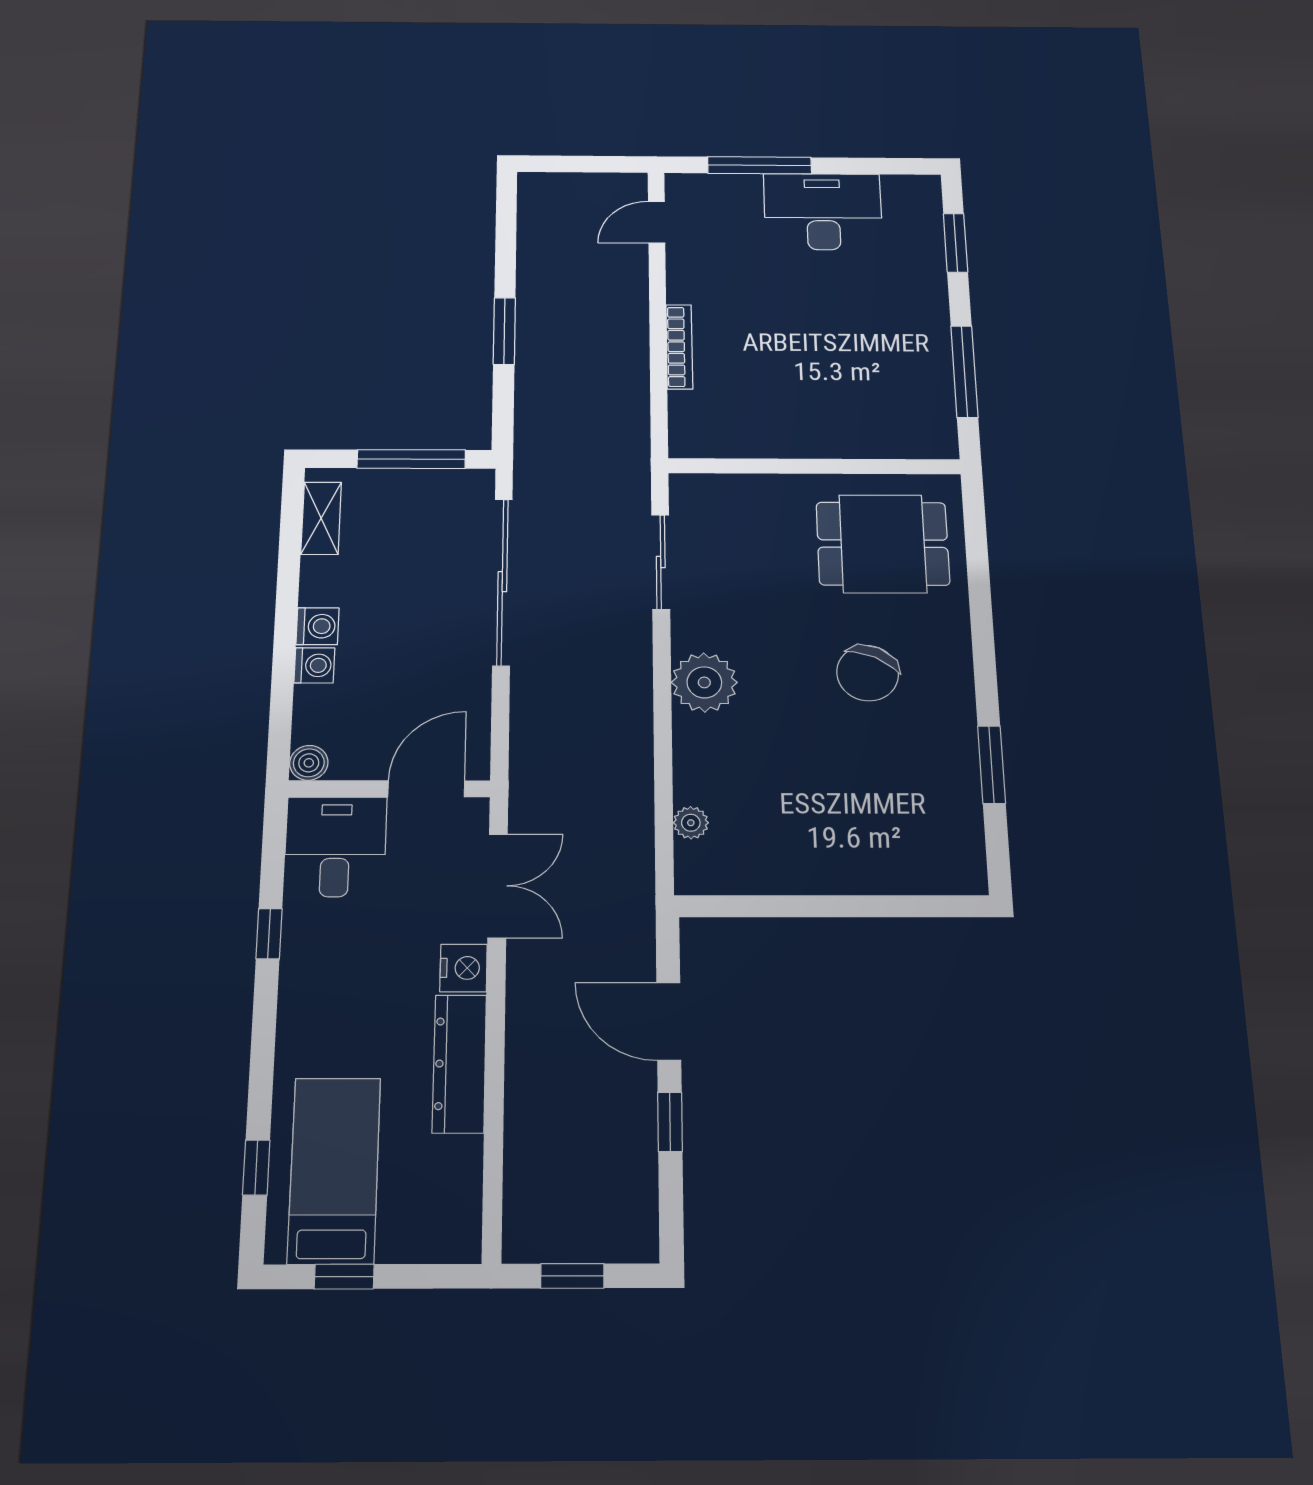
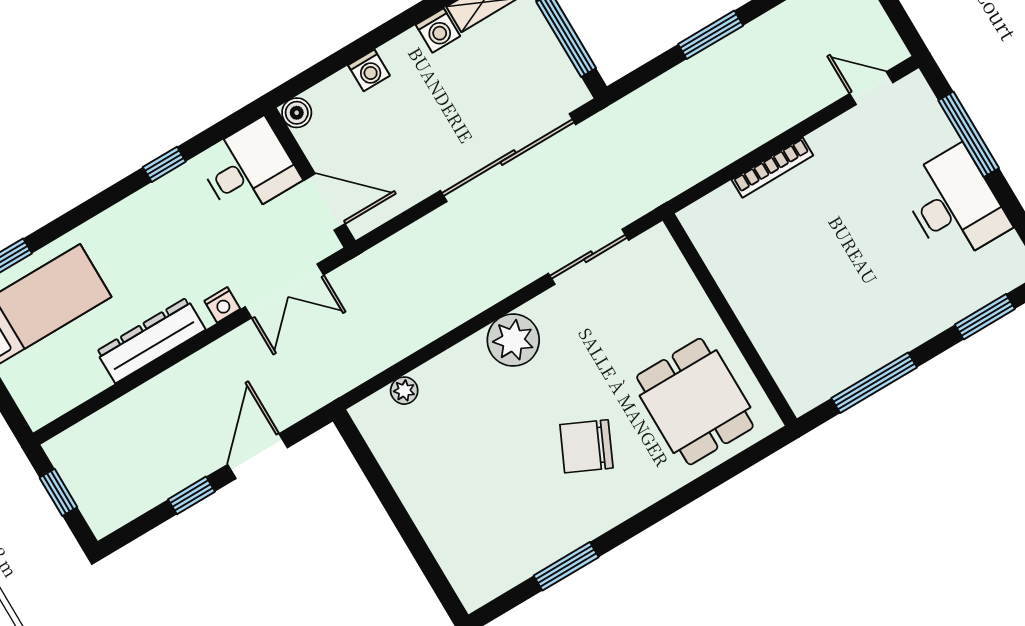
washing machine: (318, 626) -> (438, 30), moved
nightstand: (464, 968) -> (222, 305), width x0.72, depth x0.74

